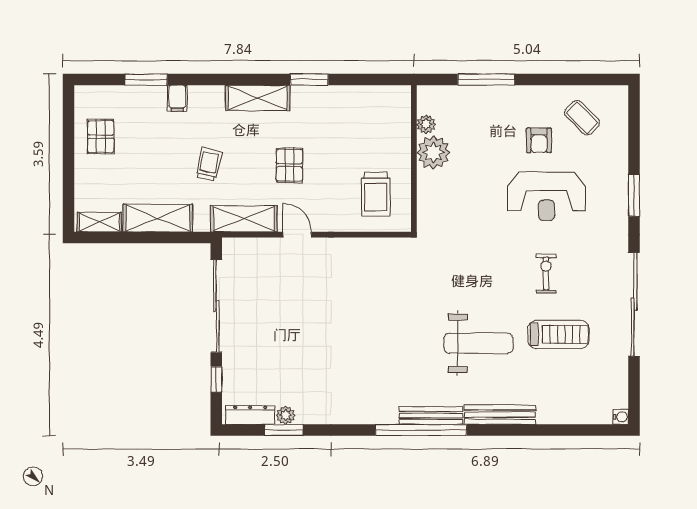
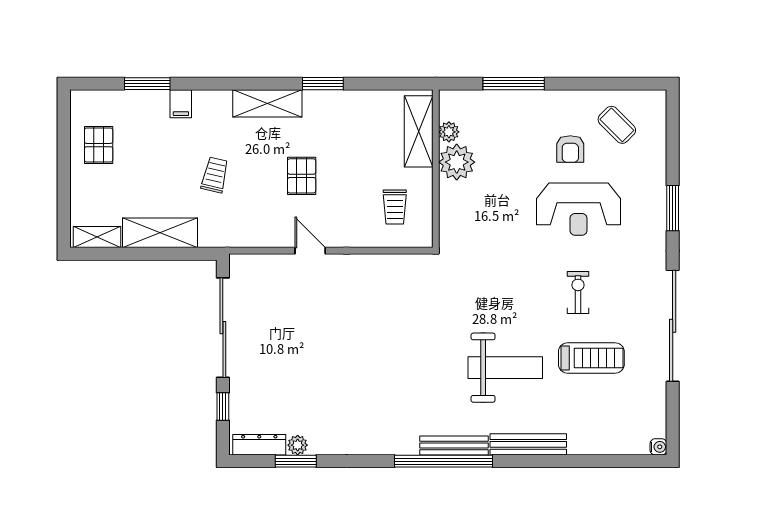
trolley: (376, 194) -> (395, 207), width x0.73, depth x0.72
shelving: (244, 219) -> (419, 131), moved, turned 90

